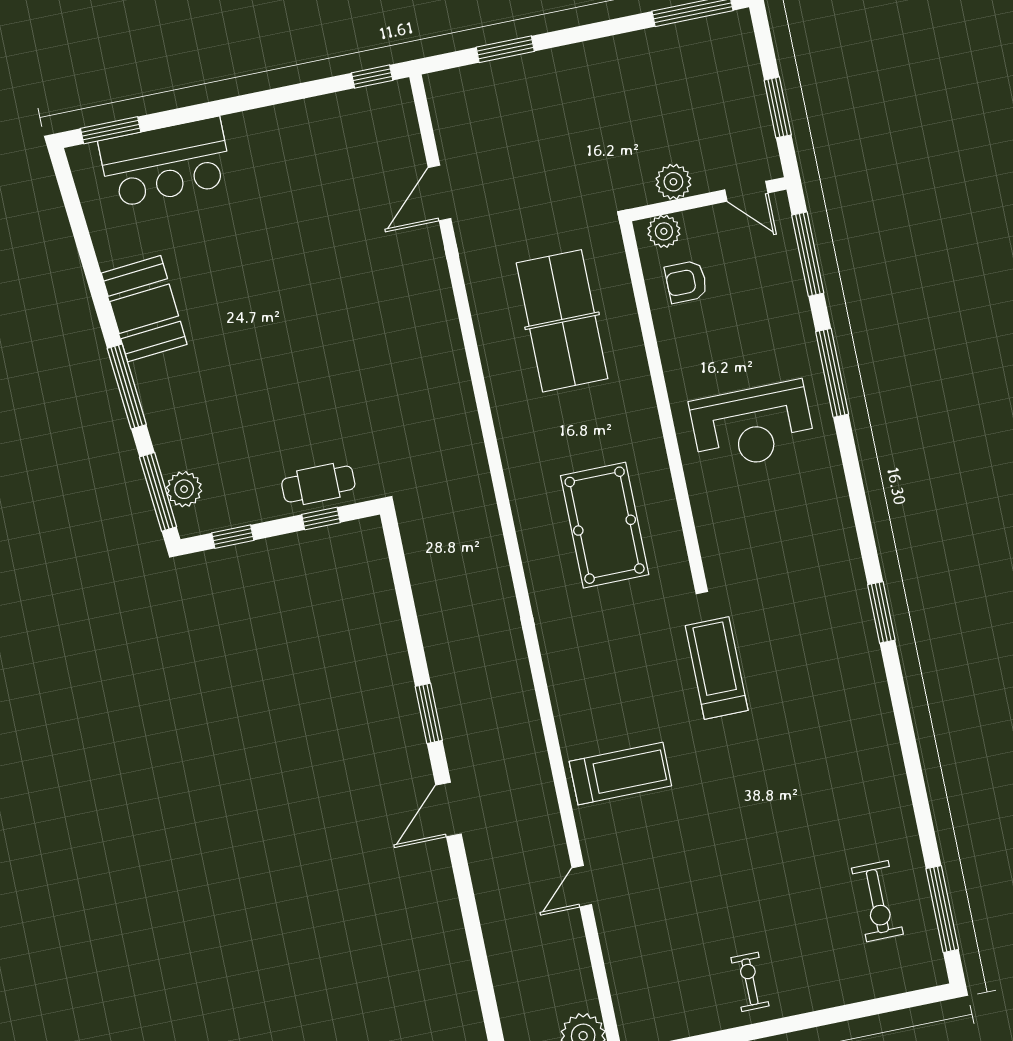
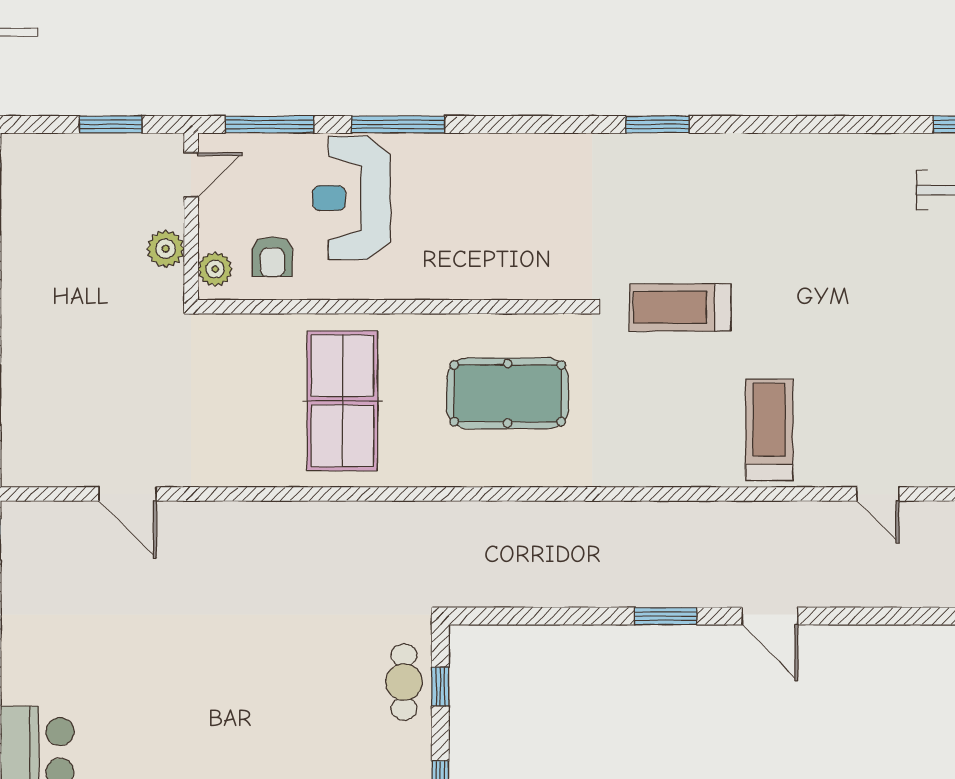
table tennis table: (562, 321) -> (342, 401), moved, turned 90
reception desk: (752, 426) -> (352, 198), moved, turned 180

